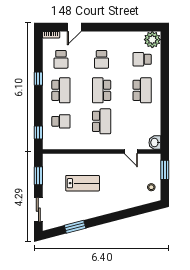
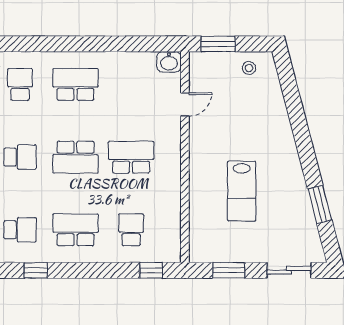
school desk: (142, 59) -> (20, 84), turned 180
window: (38, 79) -> (36, 270), moved
lab bench: (83, 183) -> (242, 191), turned 180

